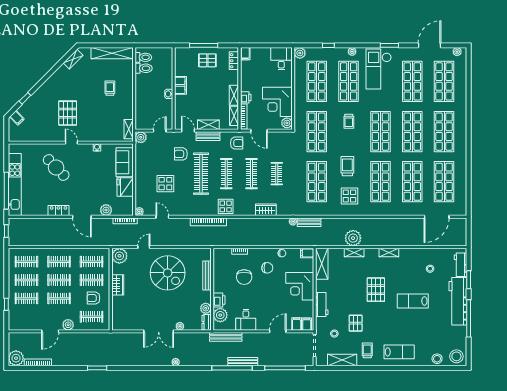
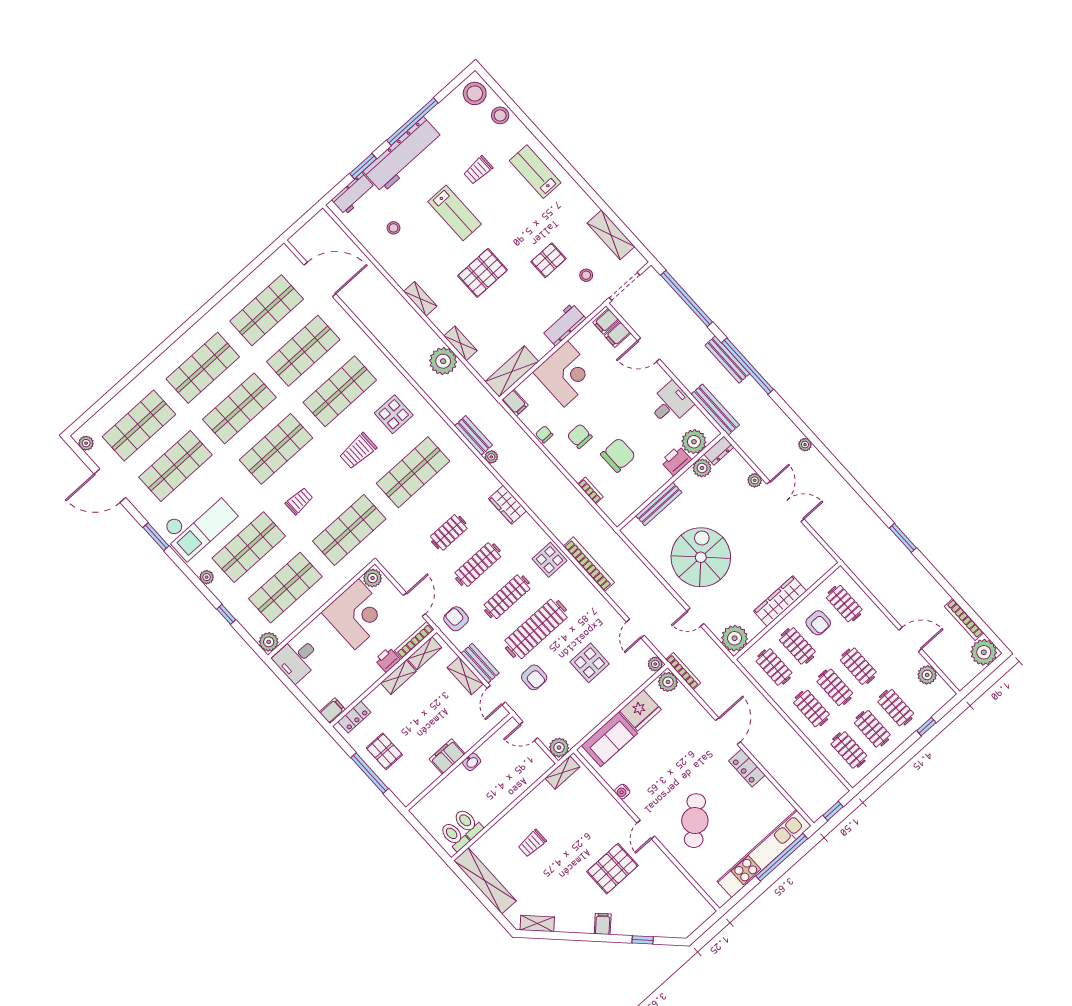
filing cabinet: (17, 118) -> (603, 924), moved
plant: (106, 210) -> (668, 682), moved
wardrobe: (118, 285) -> (780, 601), width x1.50
plant: (68, 325) -> (927, 675), moved
trolley: (367, 350) -> (478, 170), moved

